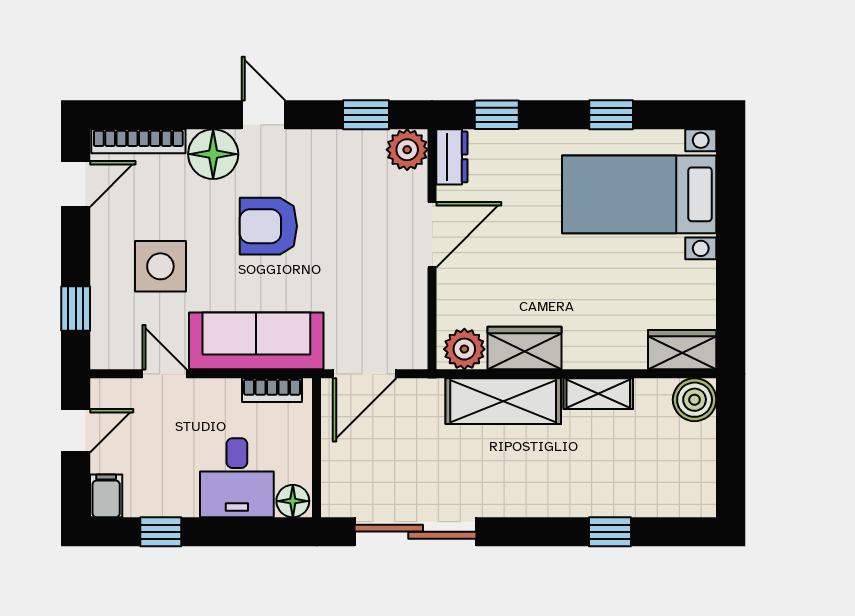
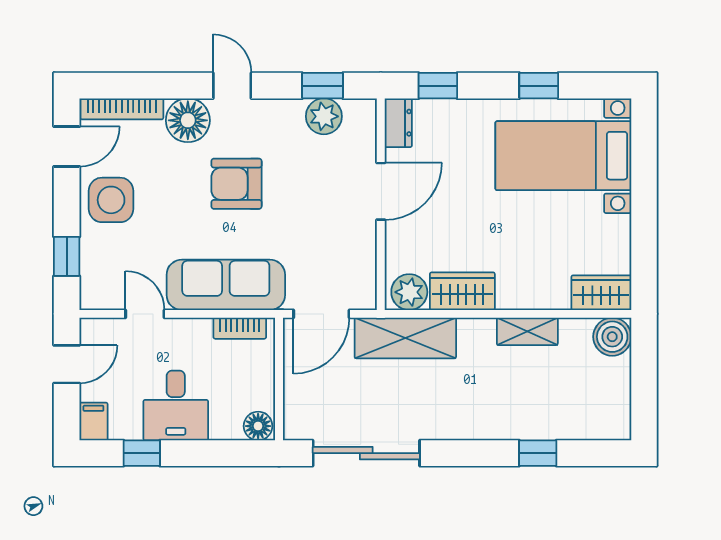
plant: (407, 150) -> (324, 116), moved
side table: (160, 266) -> (111, 200), moved
shelving: (503, 401) -> (405, 338), moved
desk: (237, 478) -> (176, 405), moved

